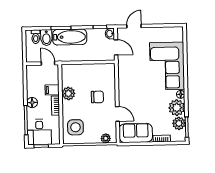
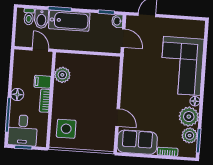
plant: (68, 93) -> (62, 75), moved
chair: (97, 97) -> (96, 95), removed
plant: (106, 138) -> (101, 145), removed

